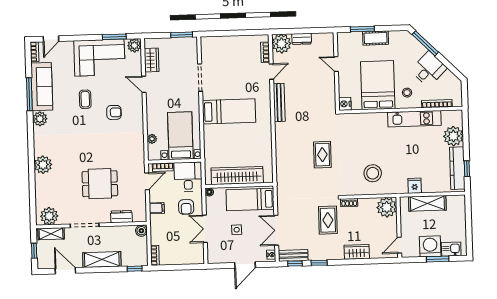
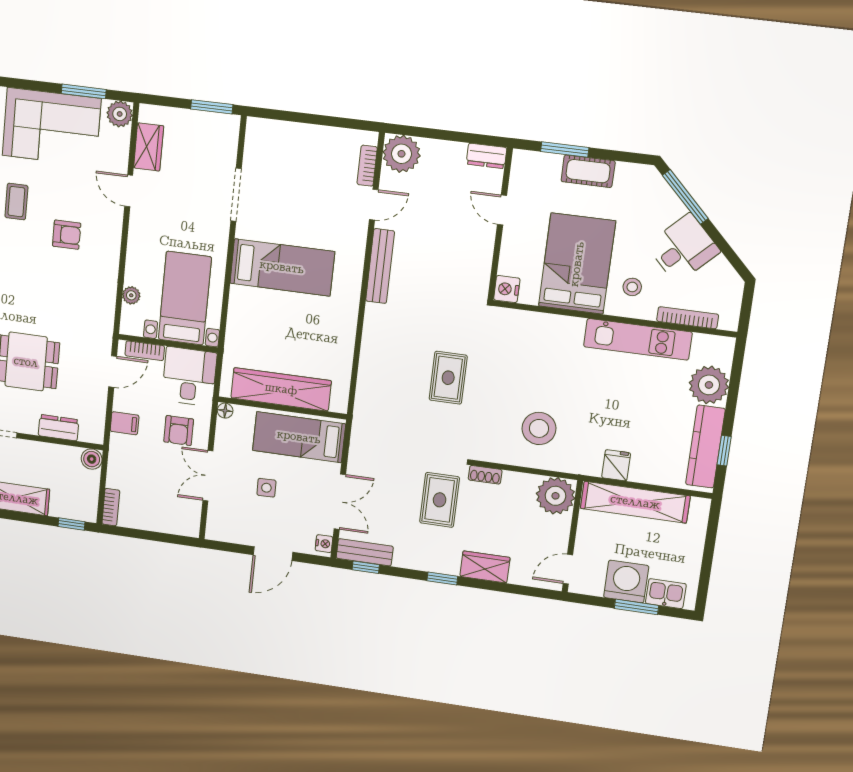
dresser: (302, 39) -> (486, 156), moved
shelving: (427, 203) -> (635, 502), width x1.47
double door: (276, 230) -> (340, 502), swing flipped
window: (319, 263) -> (442, 578), moved

